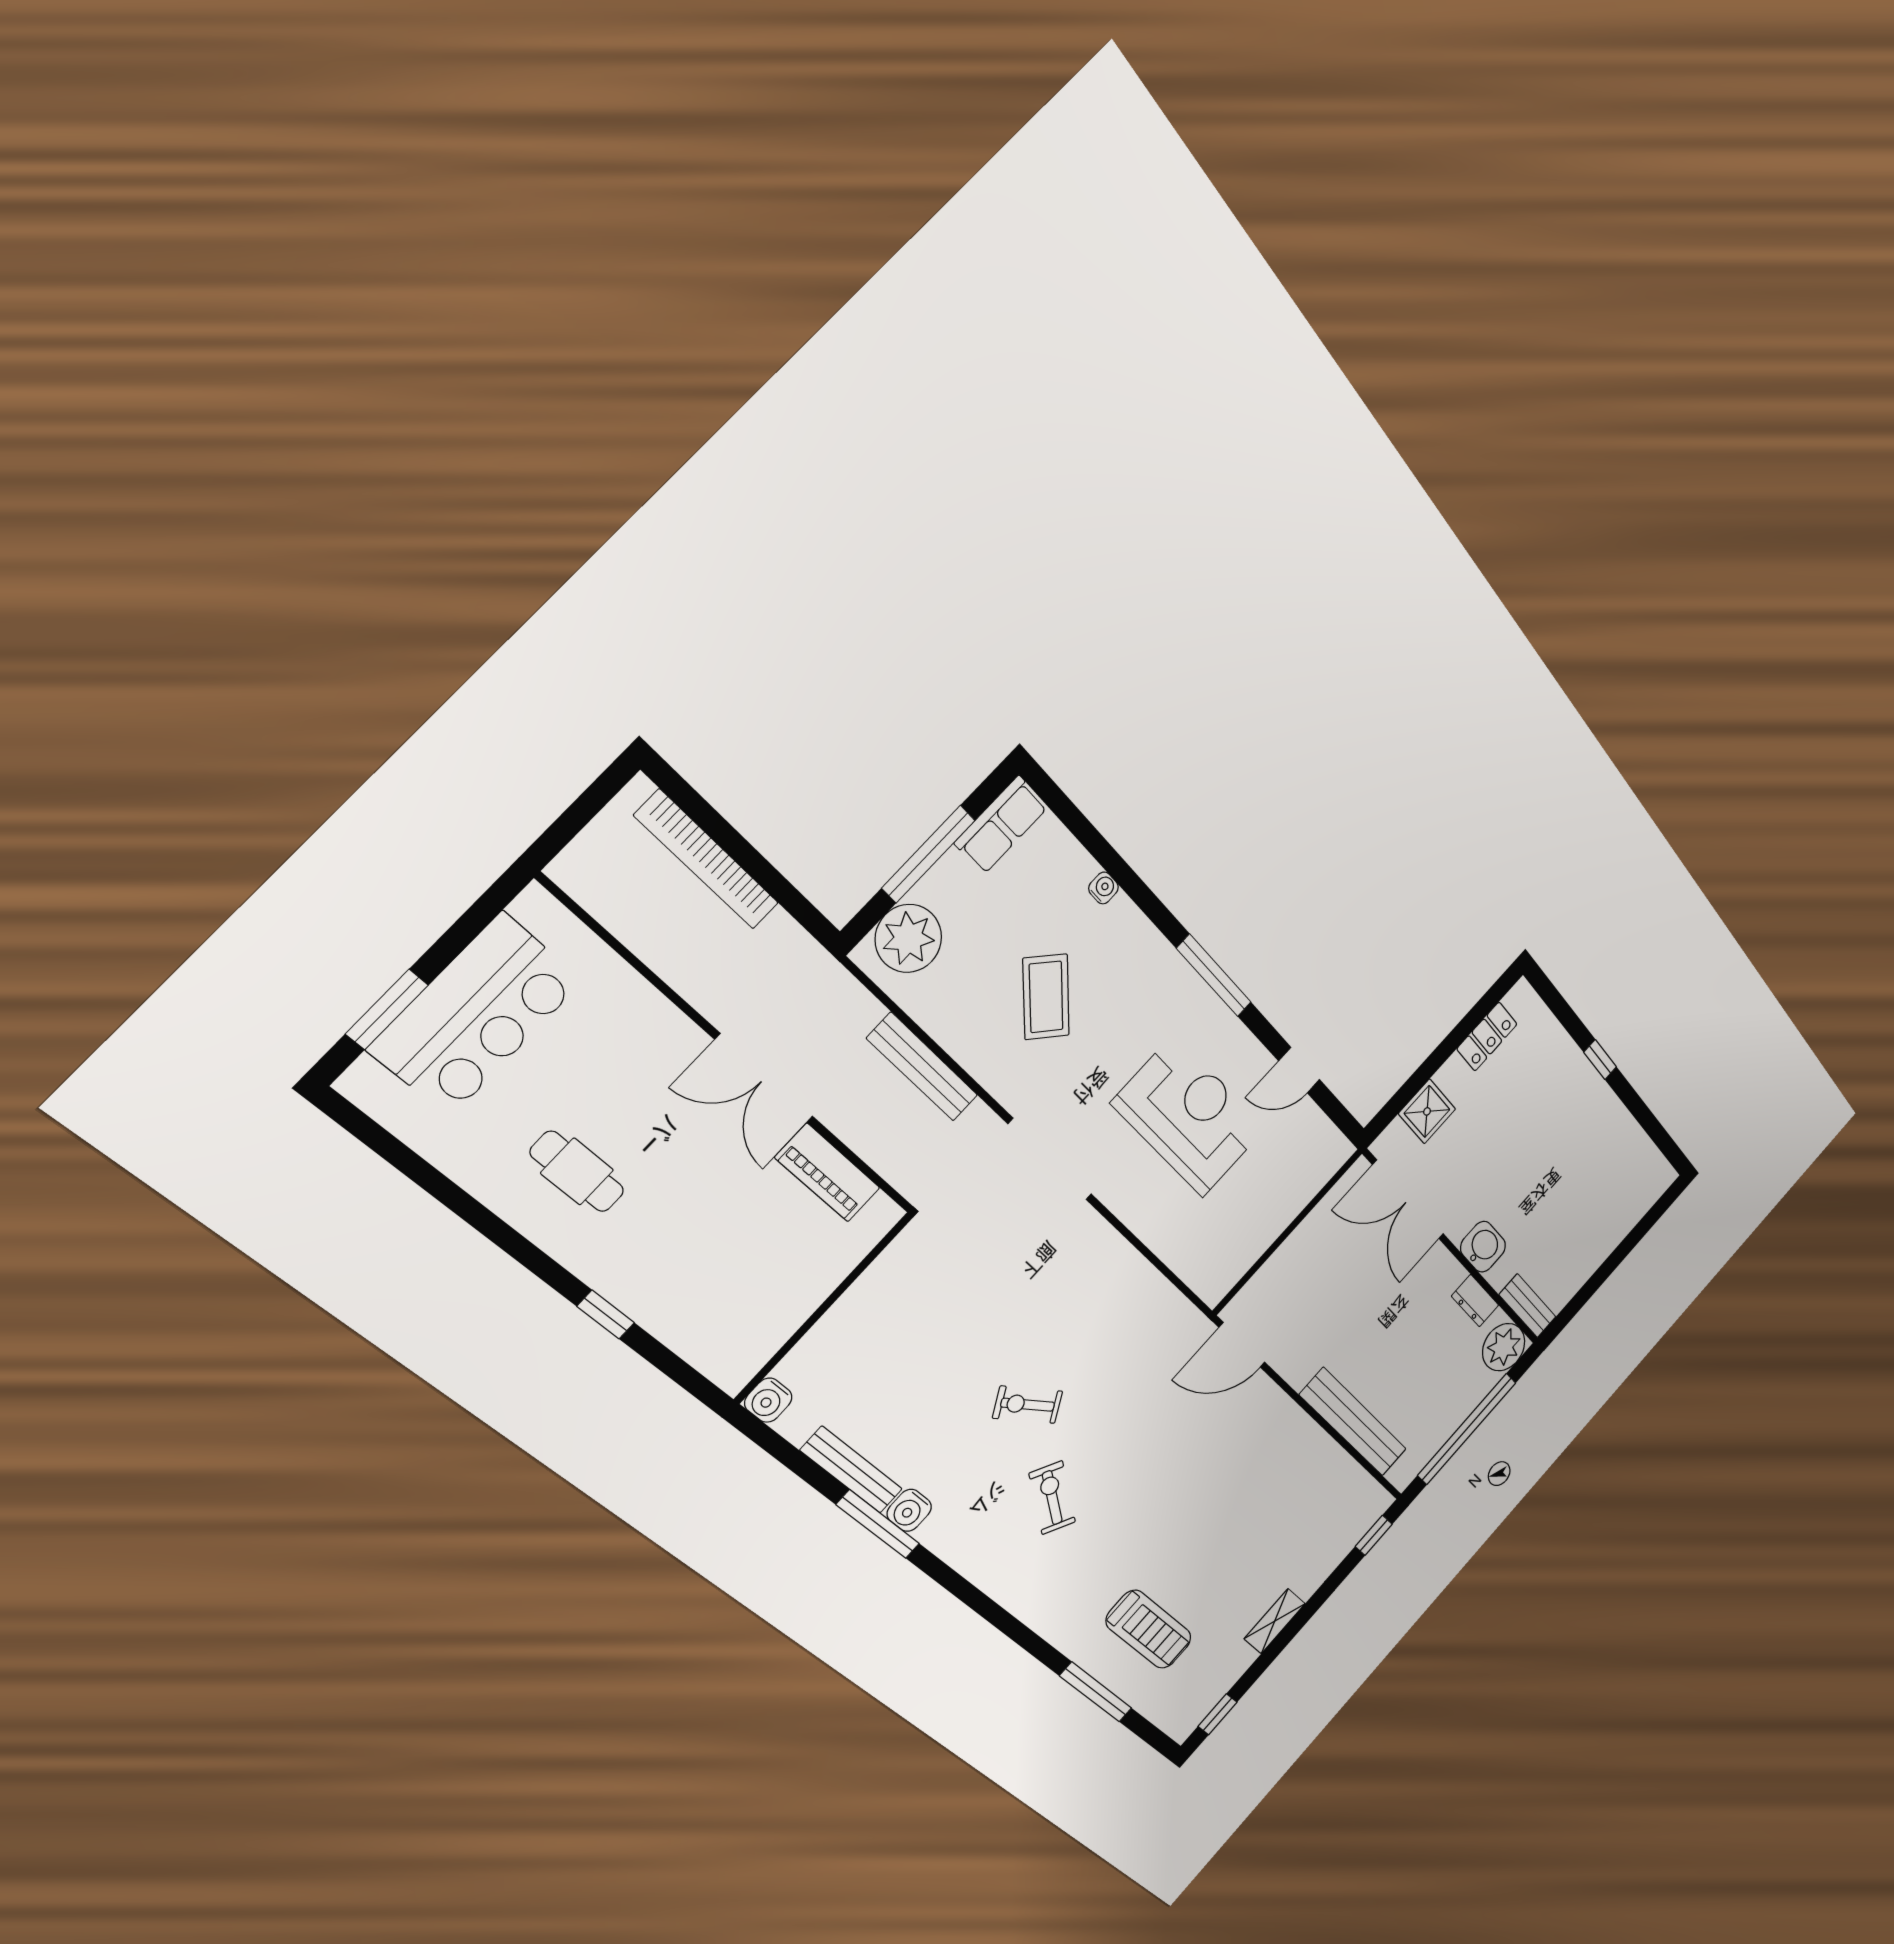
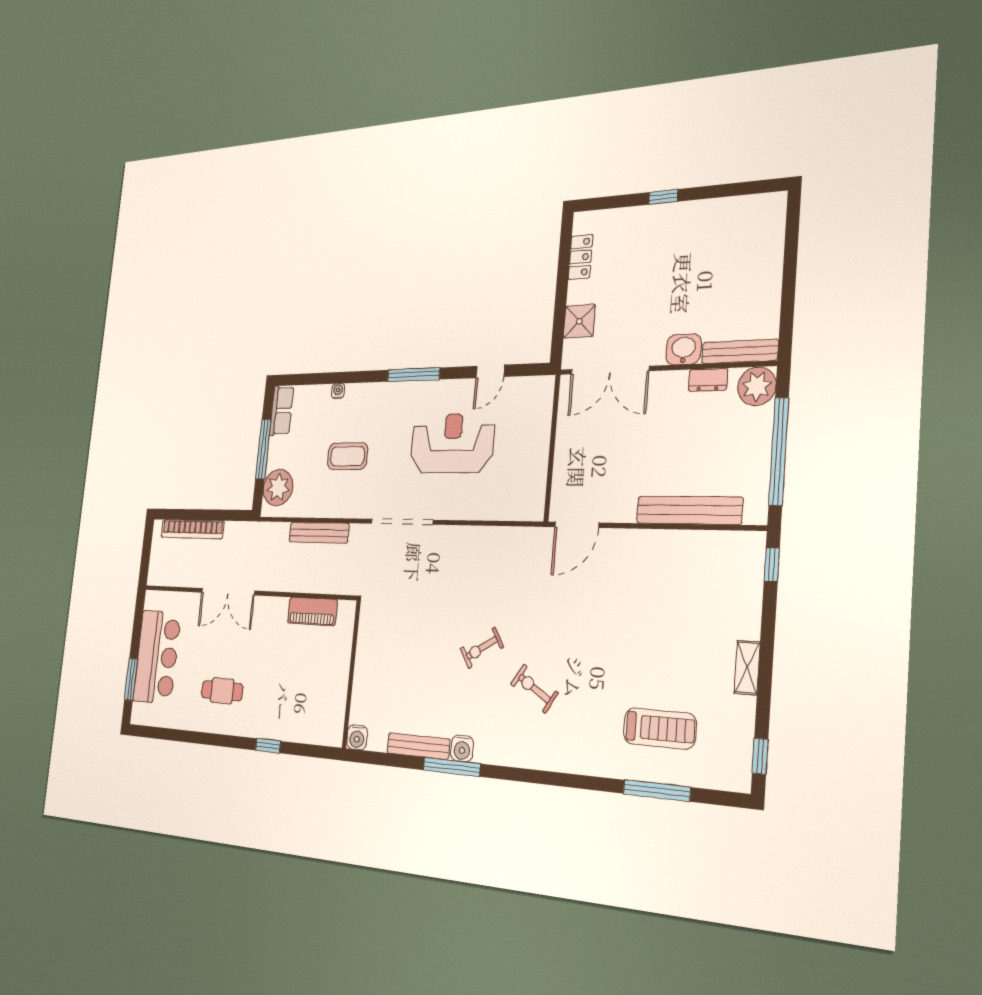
coffee table: (1046, 997) -> (348, 456), turned -42
double door: (764, 1078) -> (228, 592), moved
bench: (1527, 1306) -> (740, 351), width x1.36

